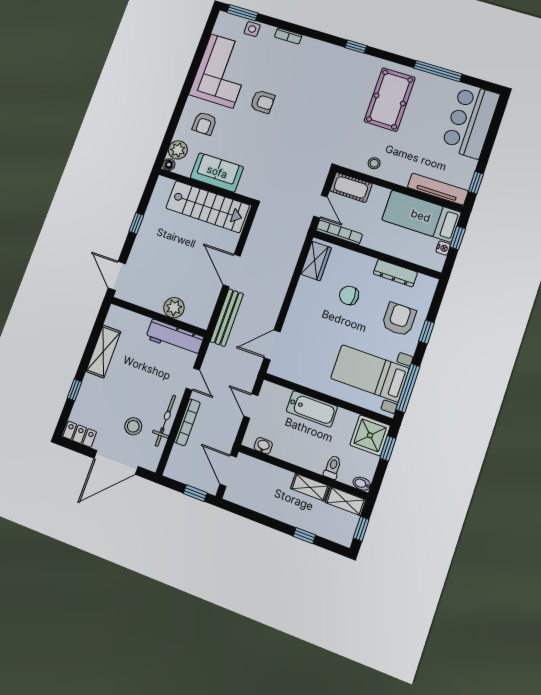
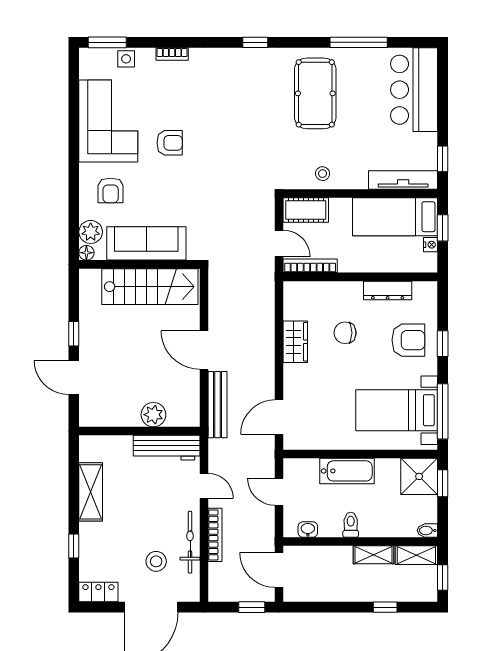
sofa: (217, 172) -> (146, 243), width x1.36
wardrobe: (316, 261) -> (295, 342), moved
door: (117, 276) -> (74, 377), moved
armchair: (399, 319) -> (408, 340), turned 90
toilet: (333, 467) -> (351, 525), moved

